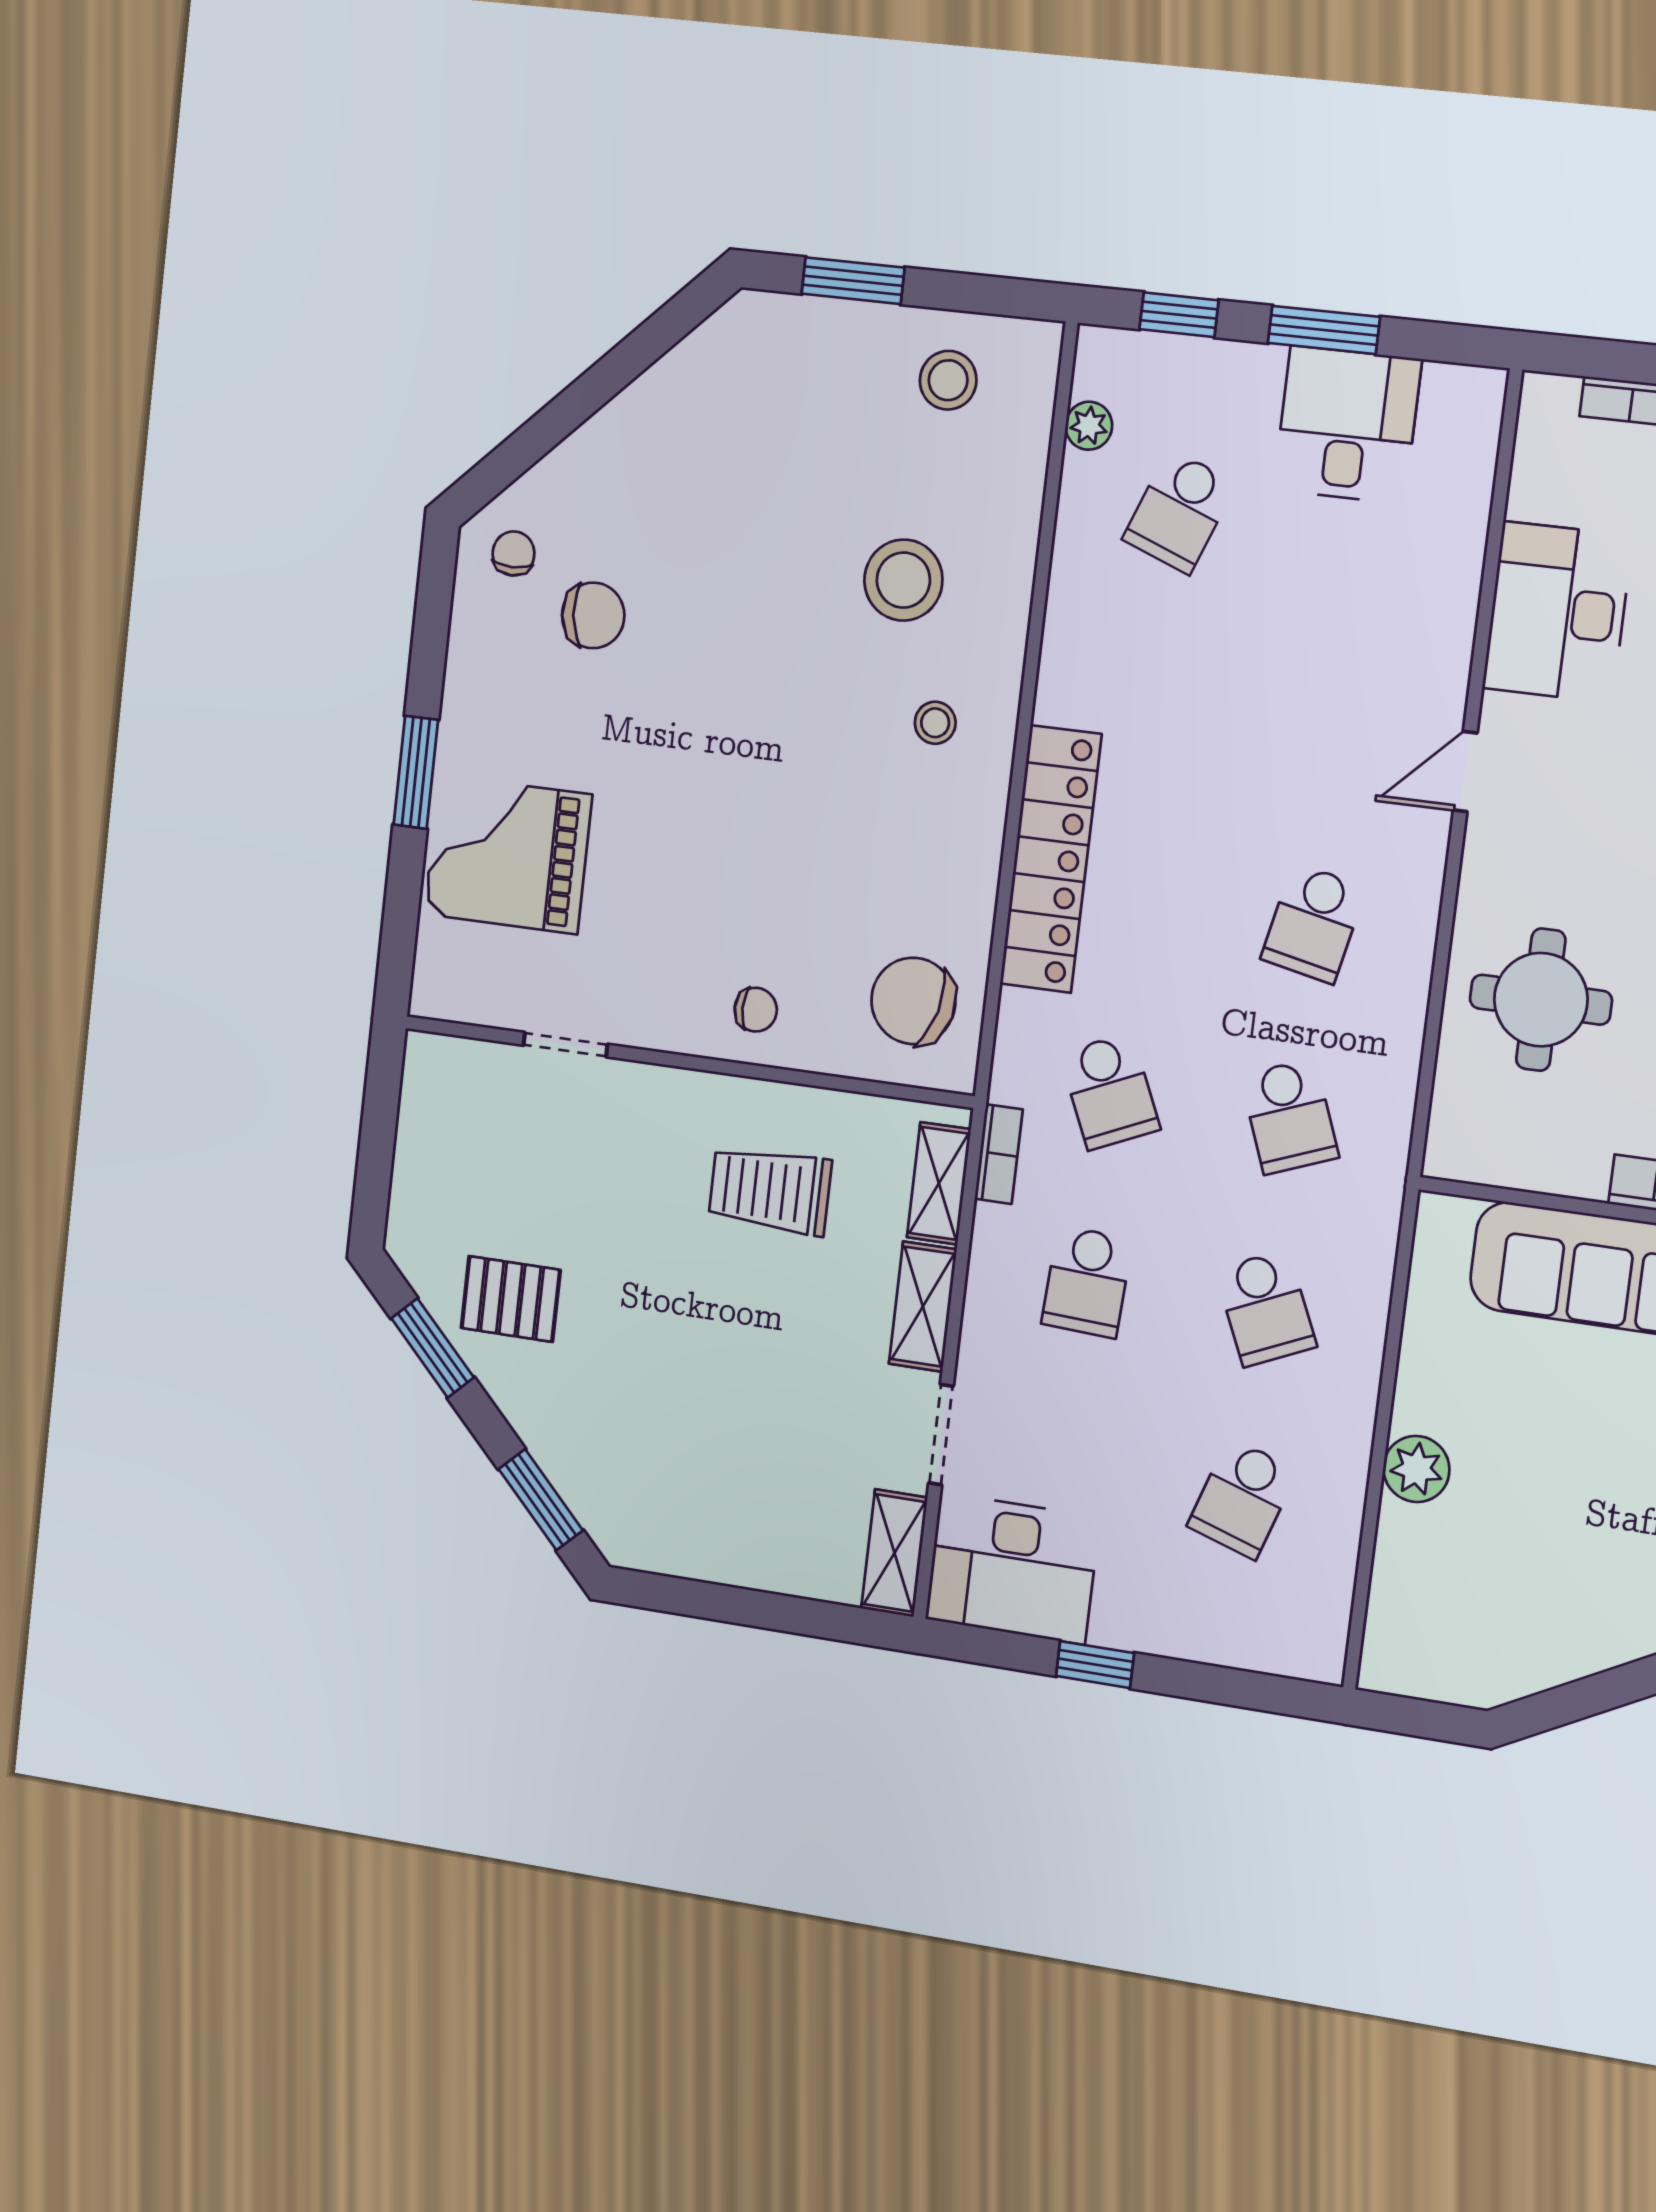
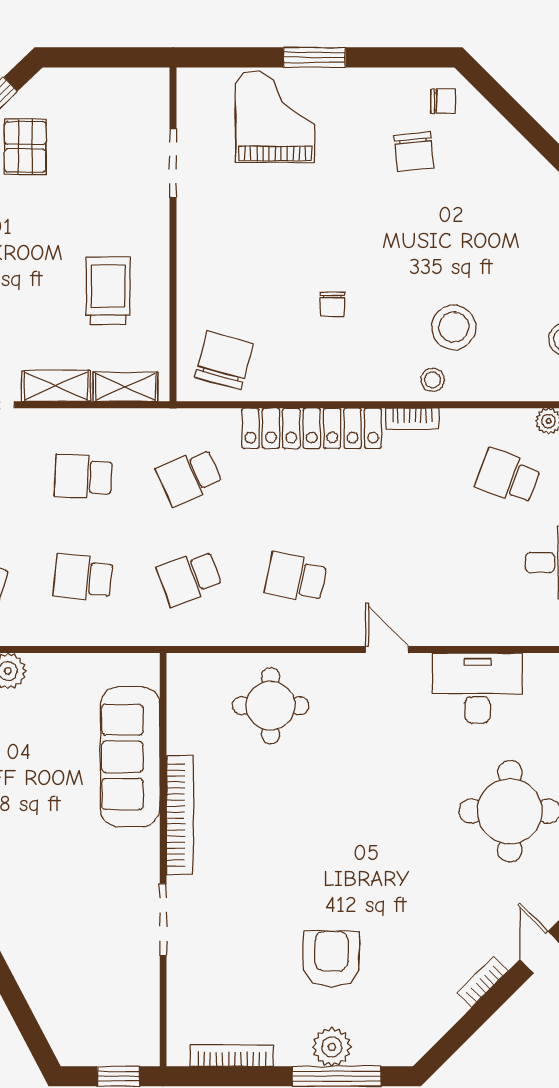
stool: (935, 723) -> (433, 380), moved
chair: (756, 1010) -> (332, 304), moved
doorway: (565, 1045) -> (173, 163), width x1.38
bookcase: (999, 1154) -> (412, 419), moved
school desk: (1266, 1308) -> (83, 578), turned 30

